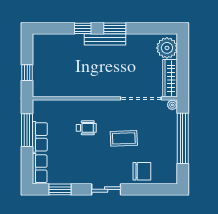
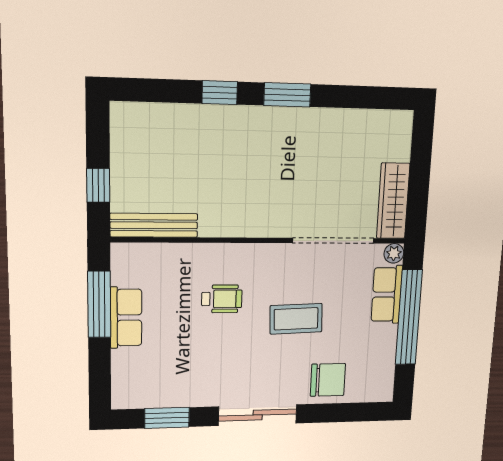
bench: (105, 39) -> (154, 225), moved
plant: (167, 48) -> (391, 139), removed
row of seats: (40, 169) -> (387, 295), moved, turned 180
sliding door: (106, 189) -> (258, 415), width x1.37

